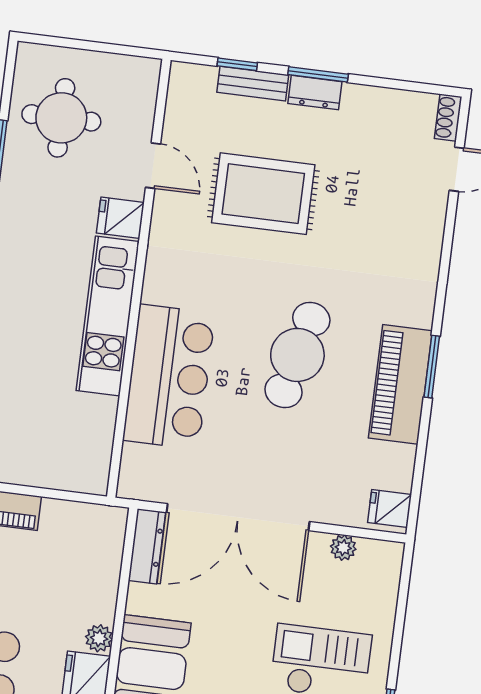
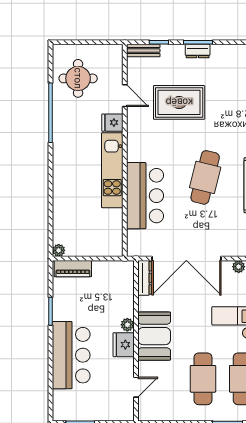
bench: (253, 84) -> (143, 51), moved

